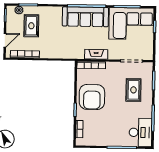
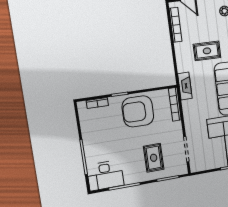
rug: (31, 26) -> (207, 51), moved
fireplace: (96, 54) -> (185, 86), moved
rug: (133, 90) -> (154, 158), turned 90

